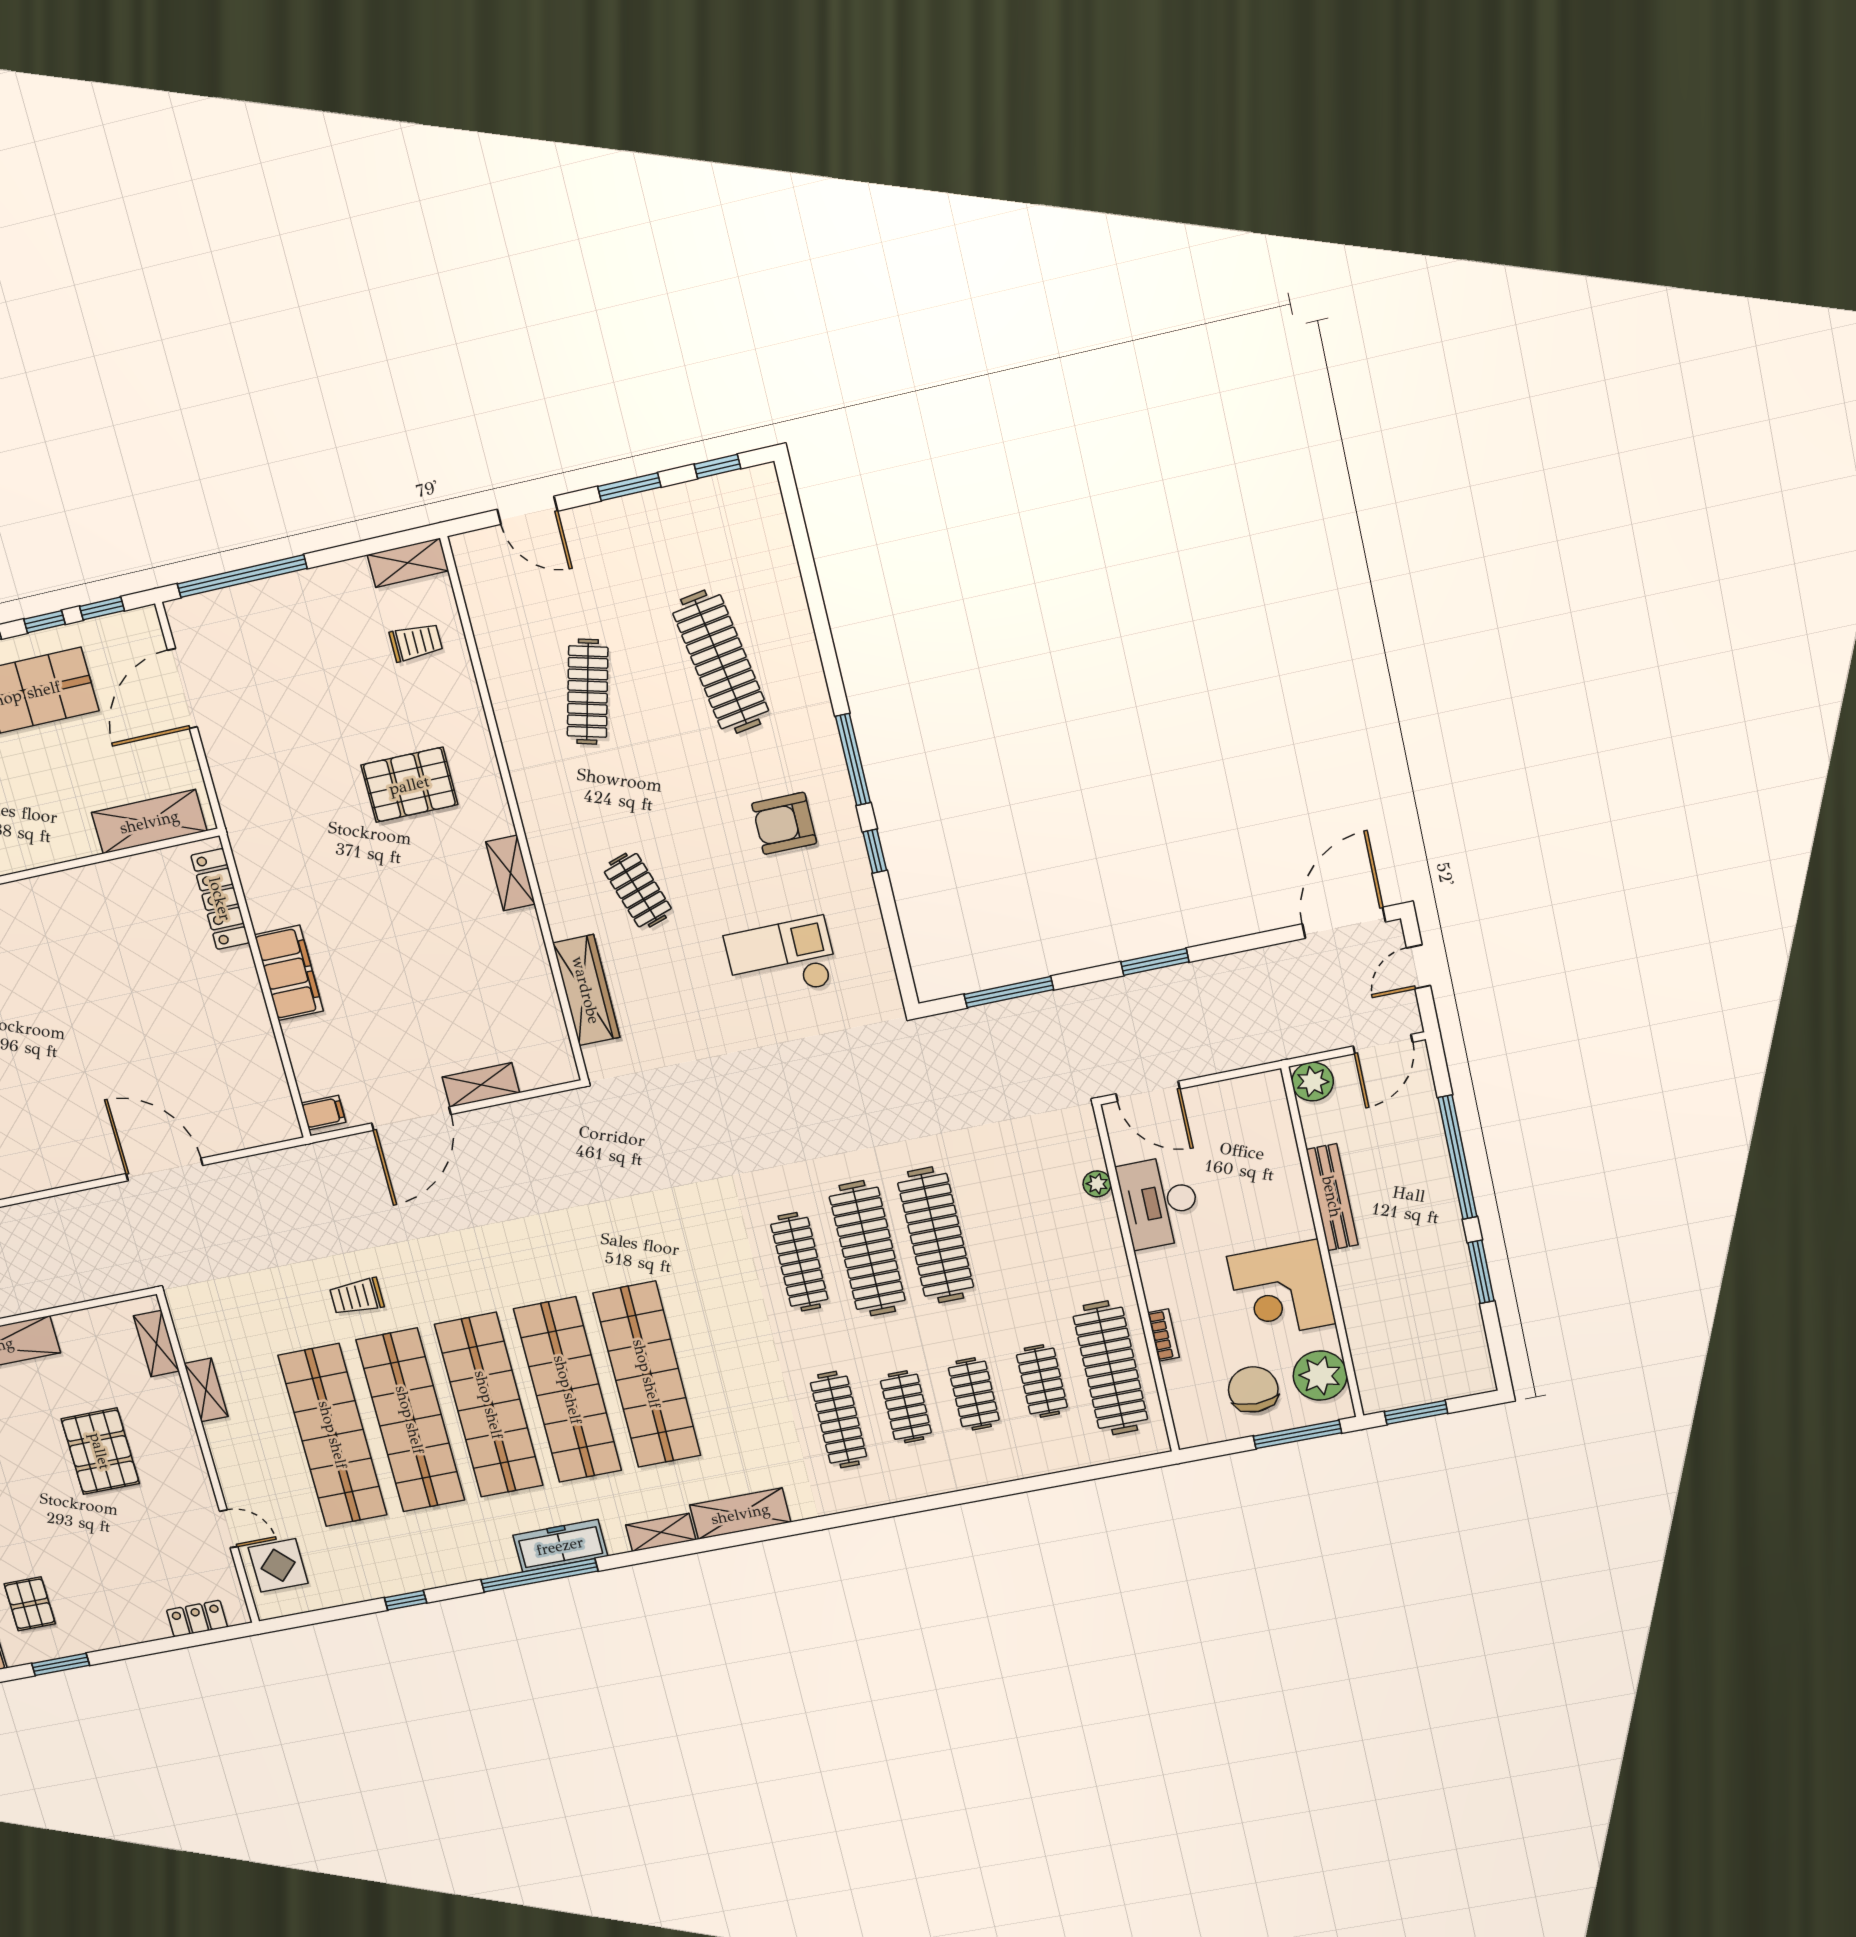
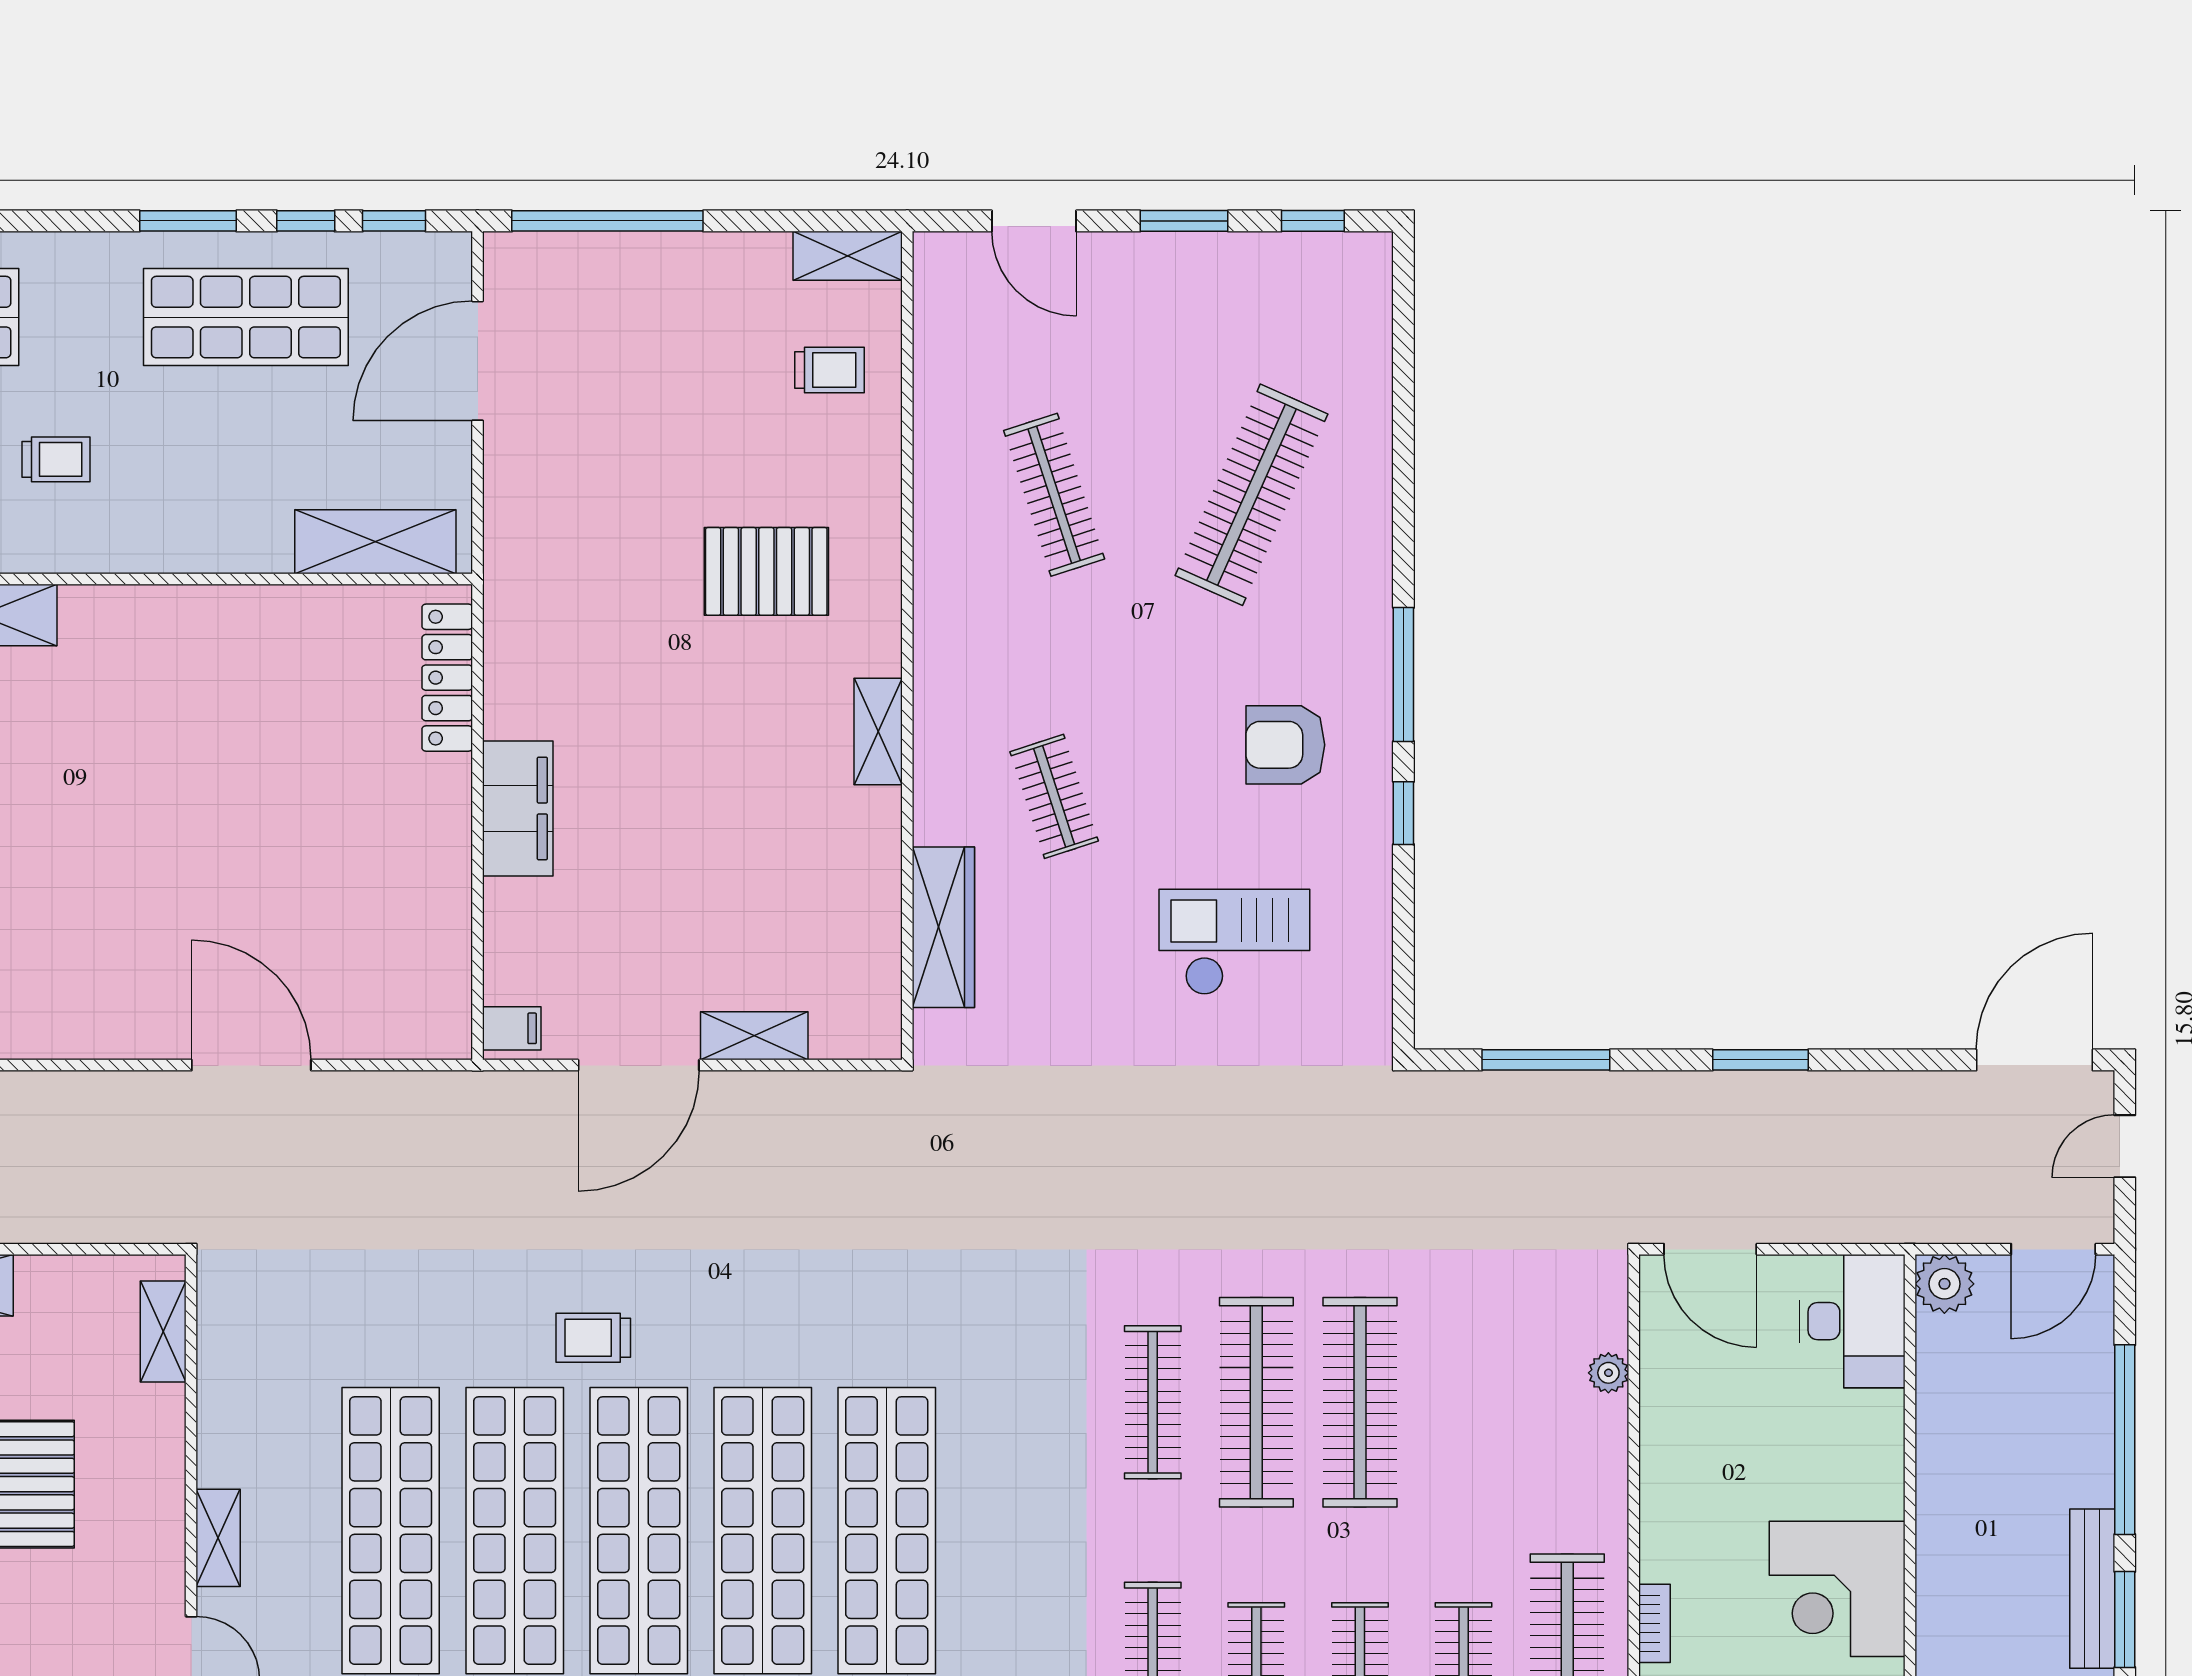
clothes rail: (721, 662) -> (1251, 495), turned 33
clothes rail: (588, 692) -> (1054, 495), turned -33
bench: (1332, 1197) -> (2092, 1589), moved
desk: (1159, 1202) -> (1852, 1321), moved, turned 180
trolley: (357, 1297) -> (593, 1338), moved
shelving: (206, 1390) -> (218, 1538), moved

